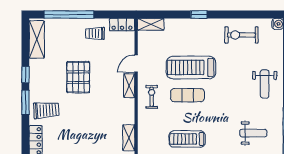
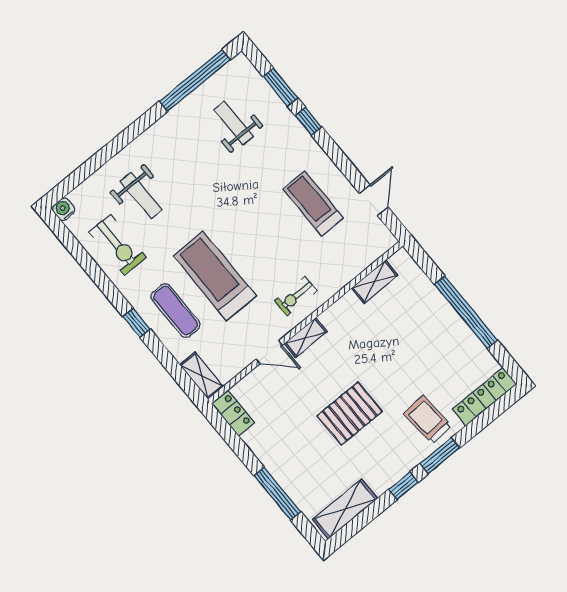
window: (69, 15) -> (277, 494), width x0.68
trolley: (95, 33) -> (274, 439), removed
treadmill: (191, 67) -> (215, 276), turned 180
weight bench: (265, 84) -> (141, 196), moved, turned 90
exercise mat: (187, 95) -> (176, 311), moved
treadmill: (187, 139) -> (313, 204), turned 180

